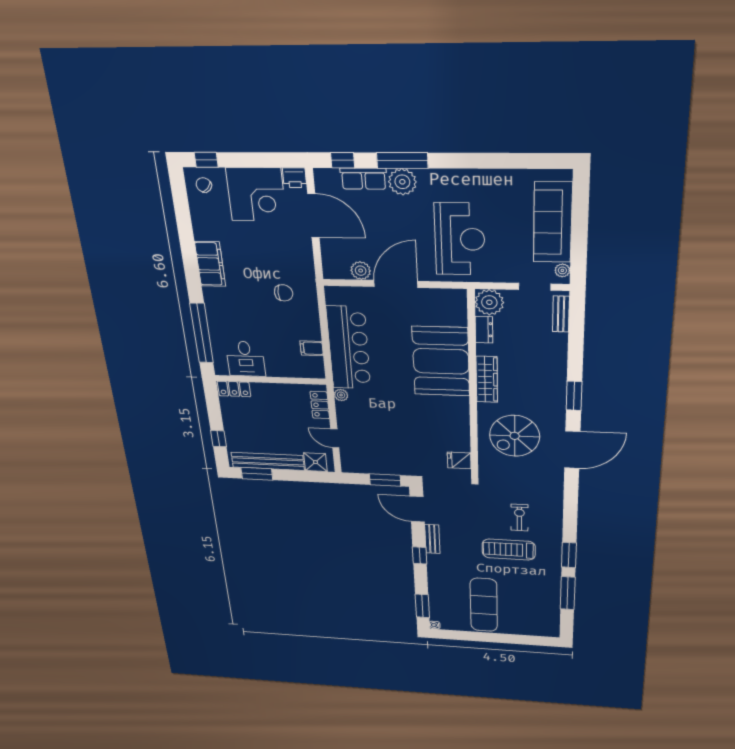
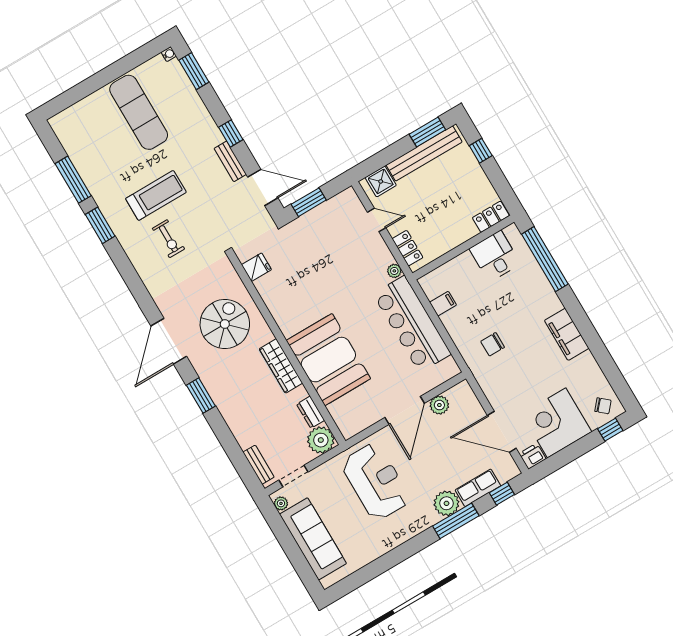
reception desk: (460, 239) -> (376, 482), turned 180

